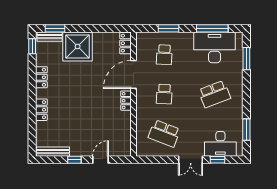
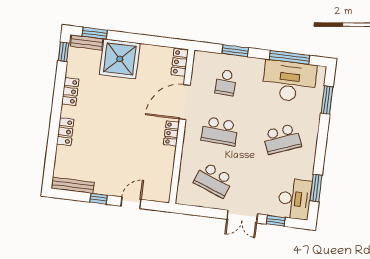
school desk: (164, 94) -> (220, 131), width x1.85
desk: (220, 144) -> (295, 199), moved, turned -90

